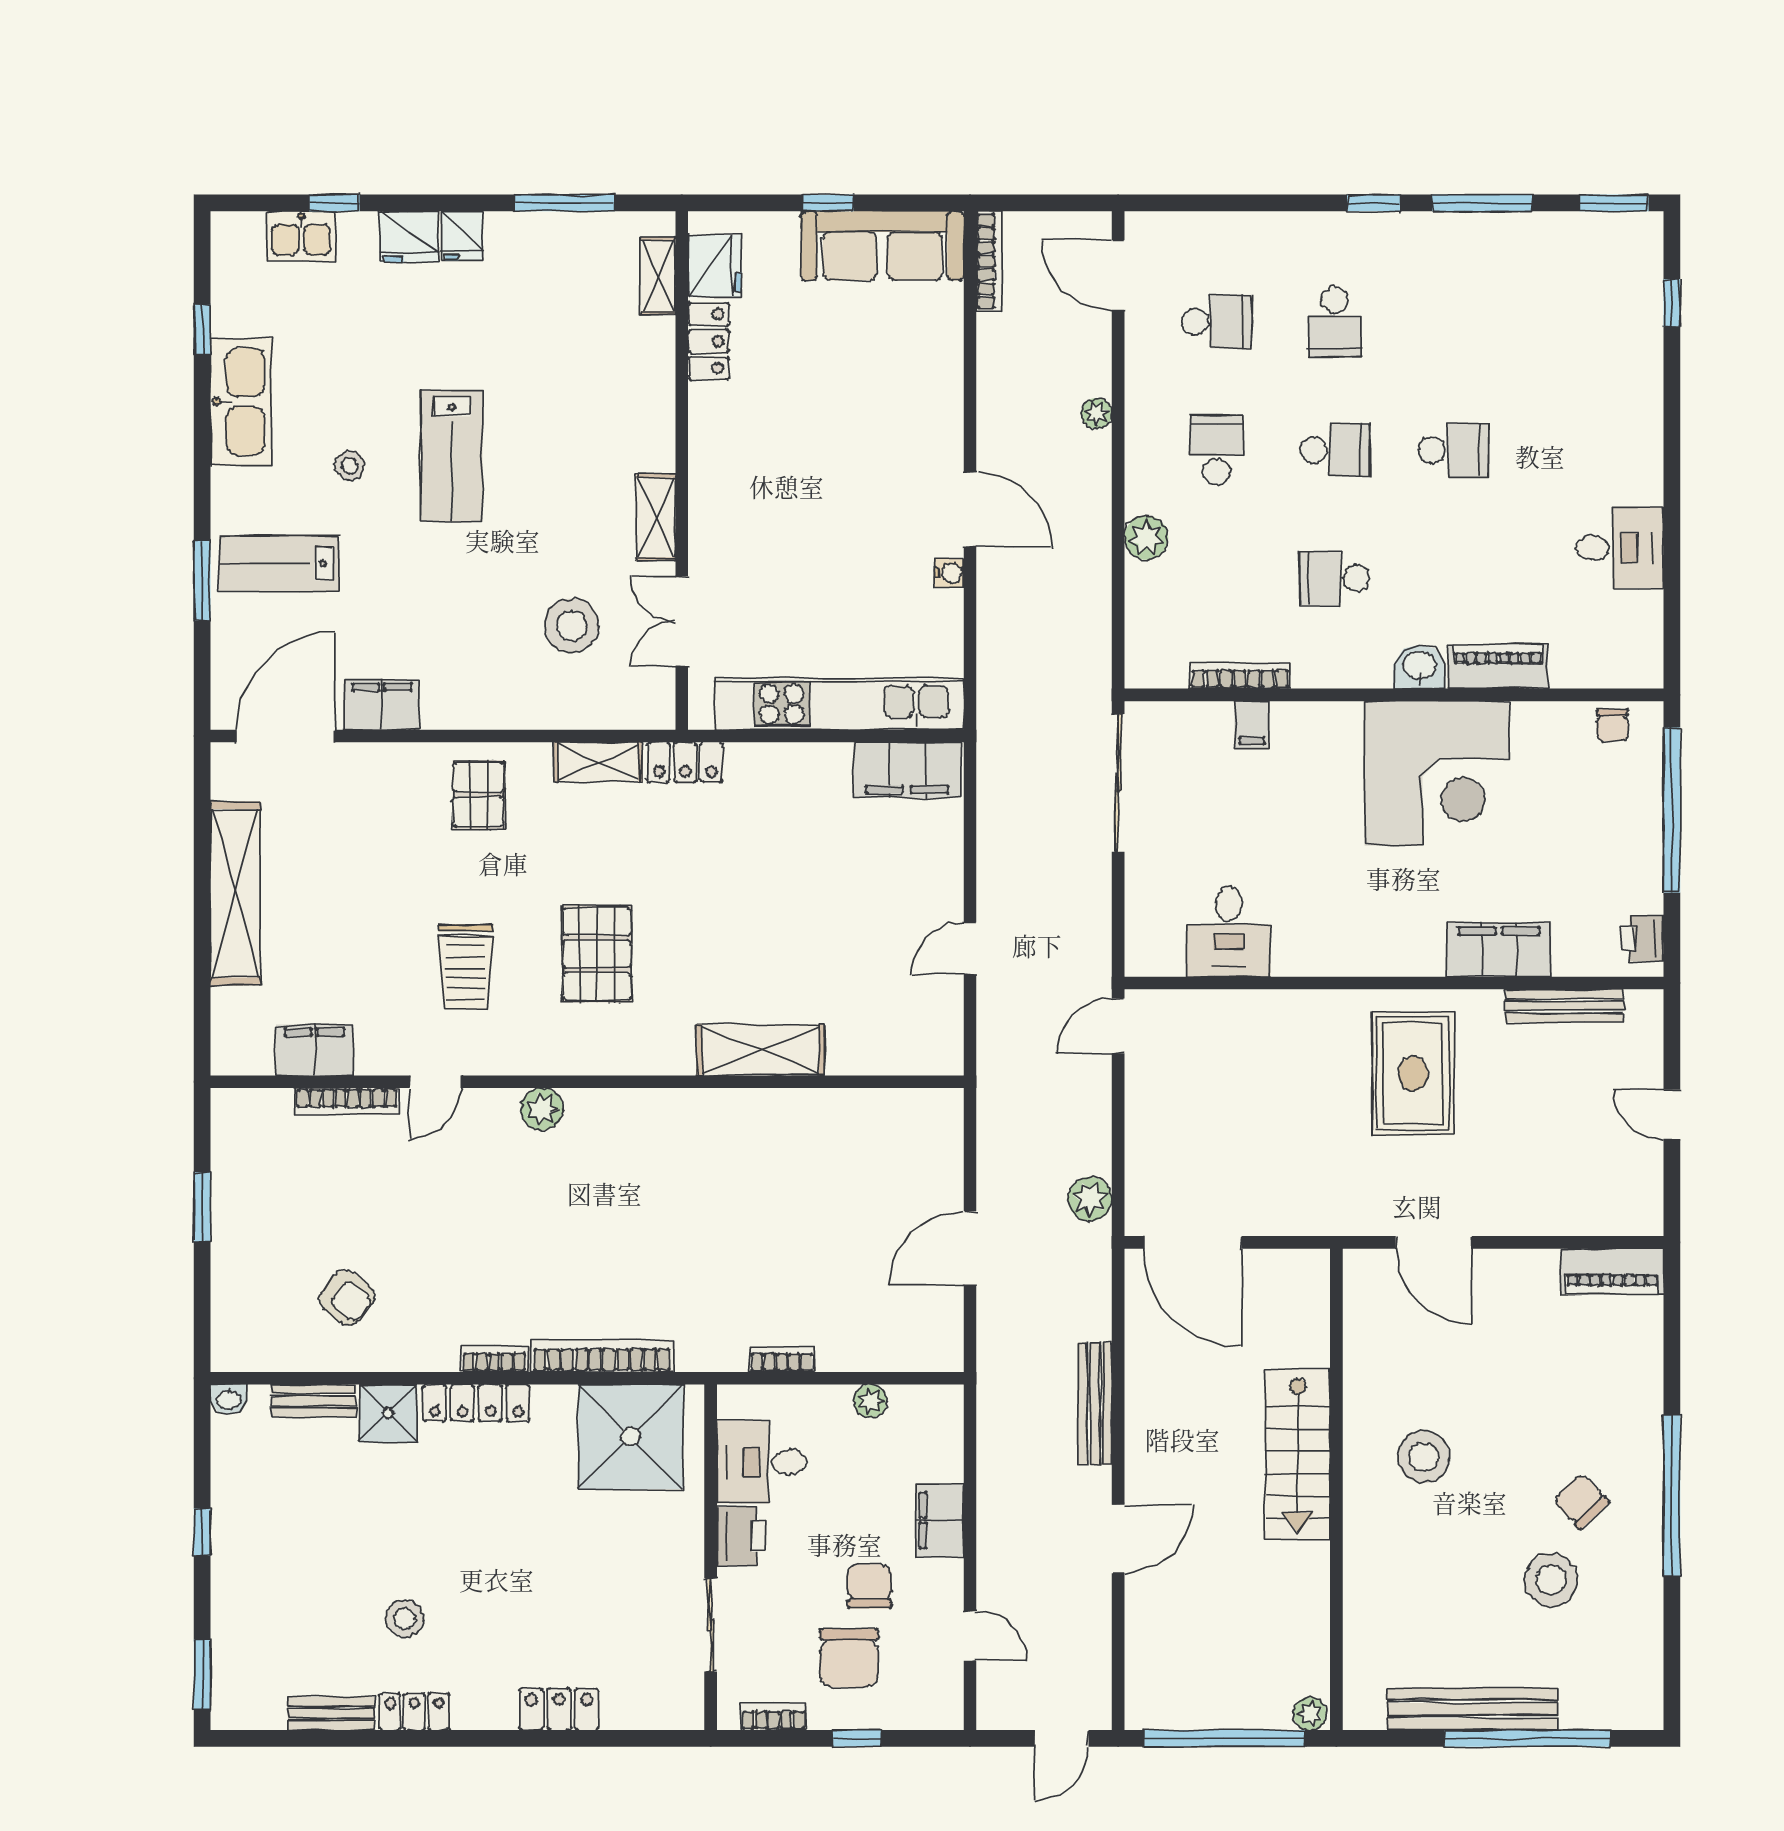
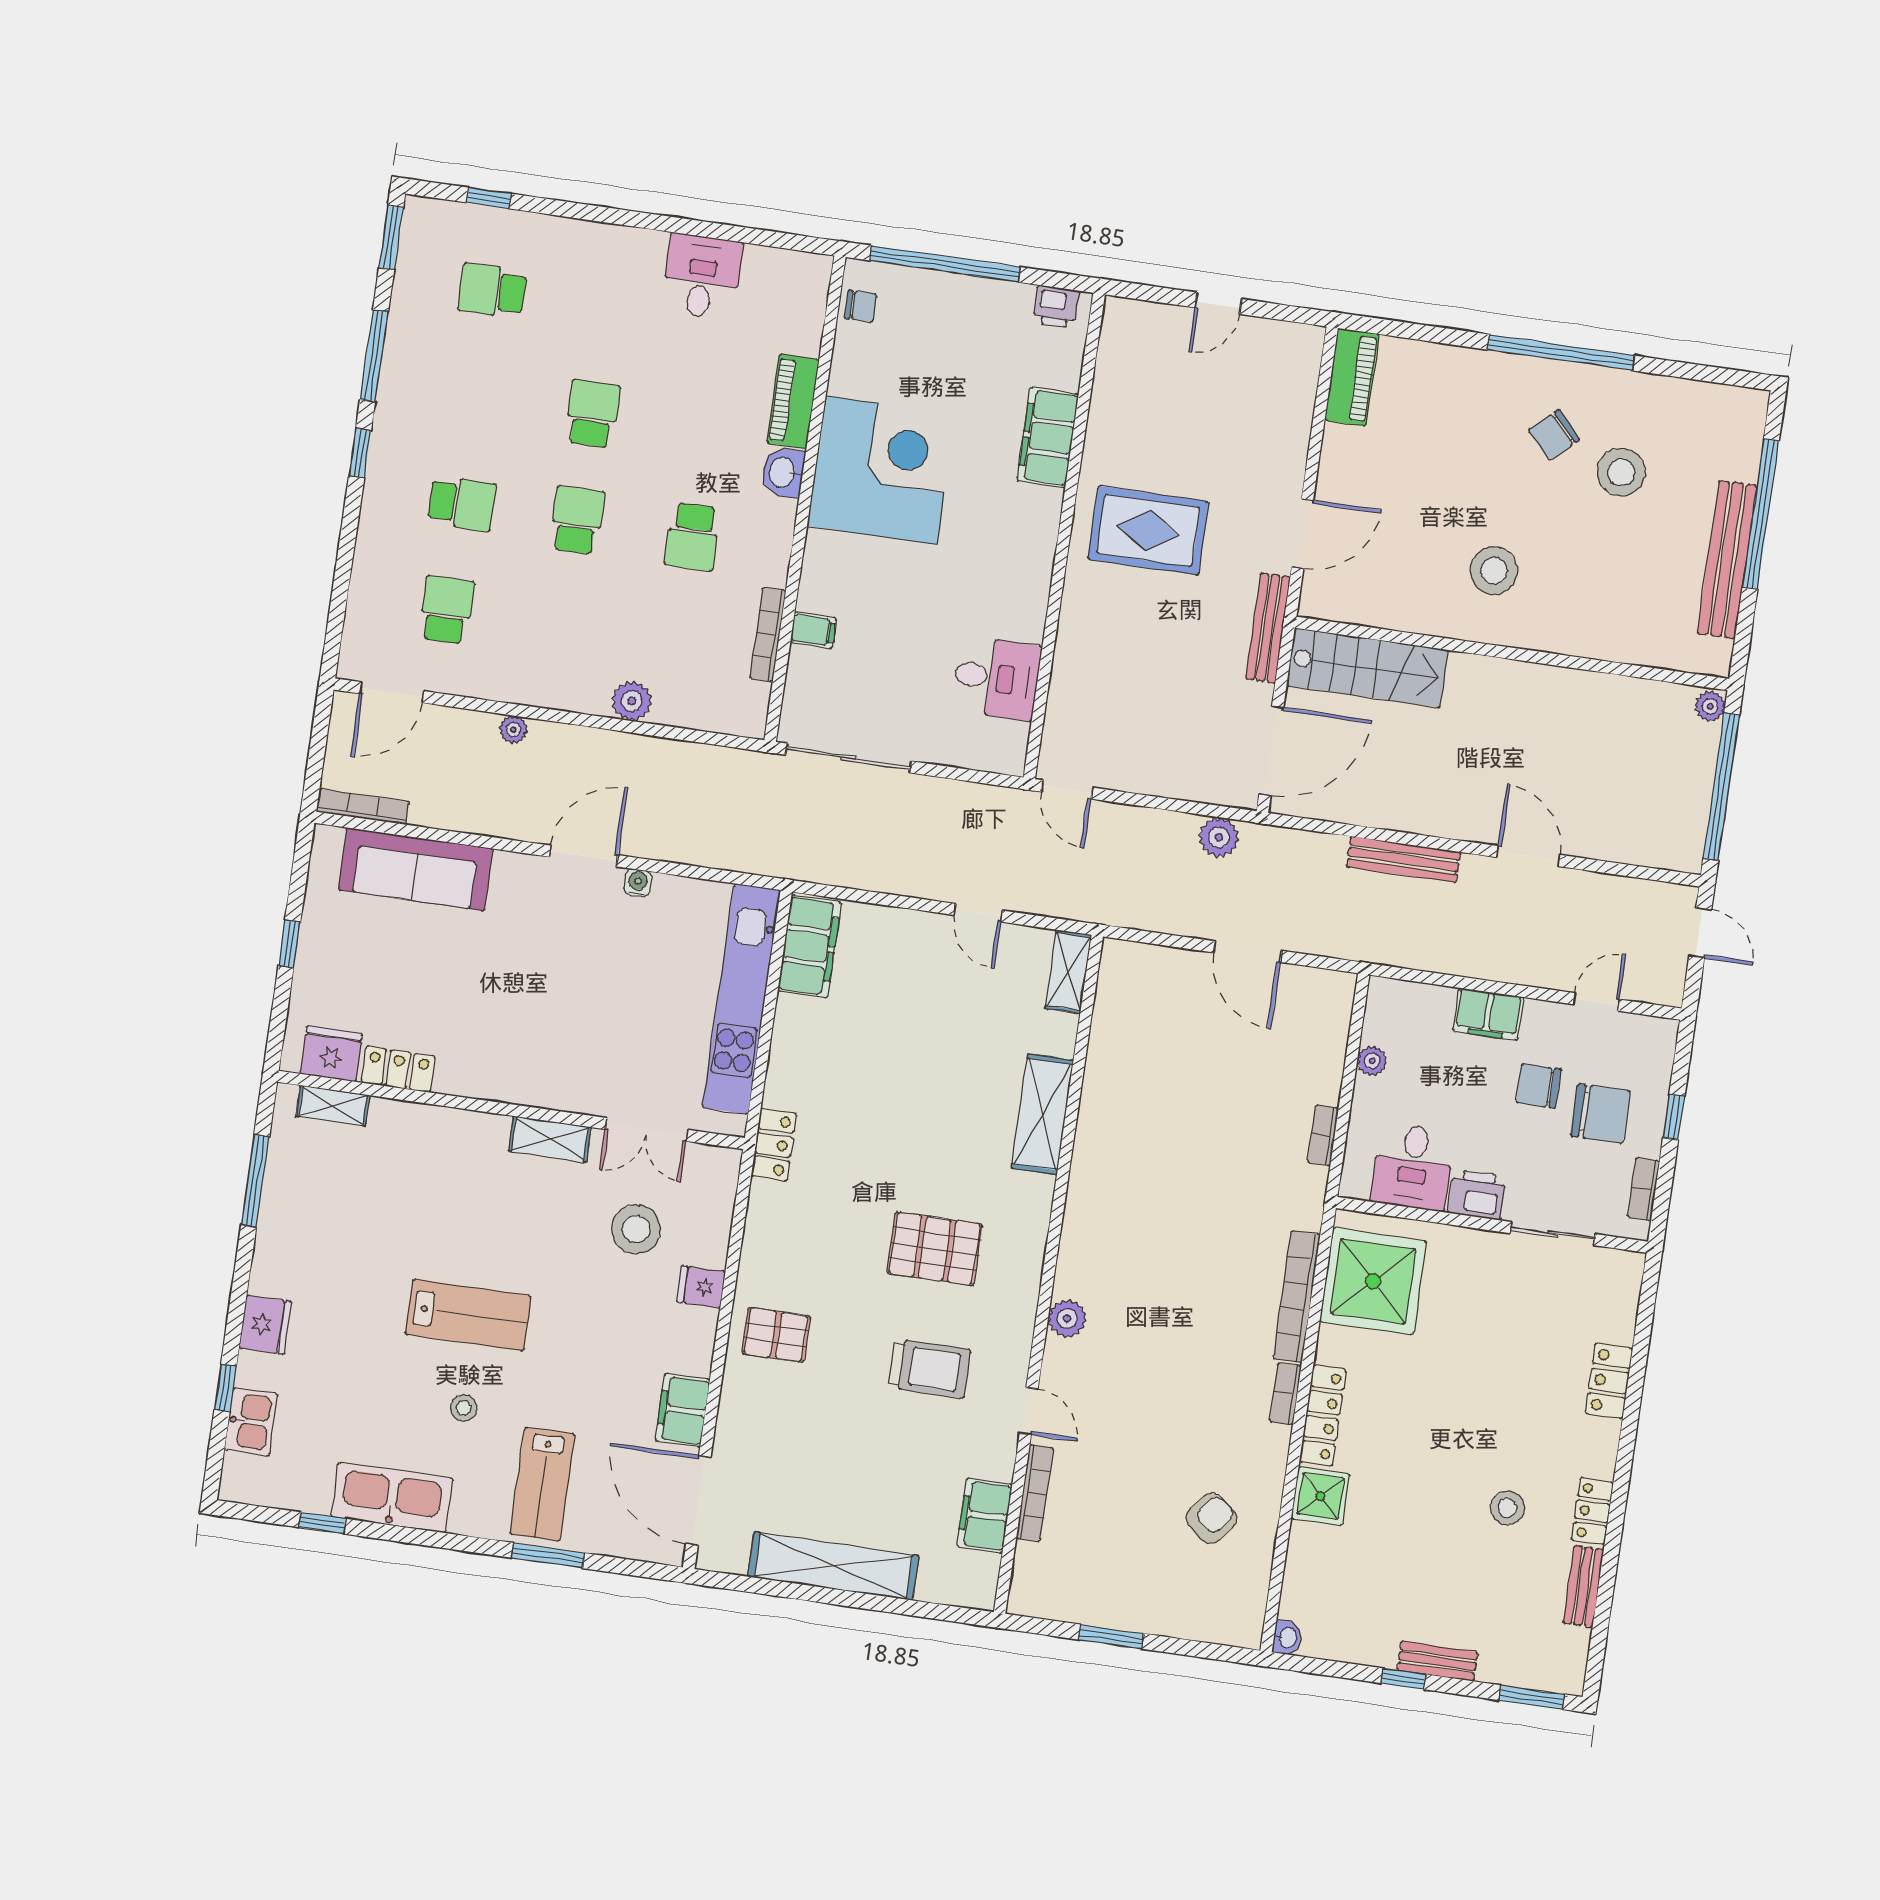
fridge: (463, 236) -> (701, 1287), moved, turned 180
sofa: (882, 246) -> (416, 869), moved, turned 90
school desk: (1217, 450) -> (492, 291), moved
shelving: (598, 762) -> (1068, 972), moved
bench: (1565, 1006) -> (1268, 628), moved
bench: (314, 1401) -> (1437, 1661), moved, turned 90
stairs: (1298, 1455) -> (1367, 668), moved

